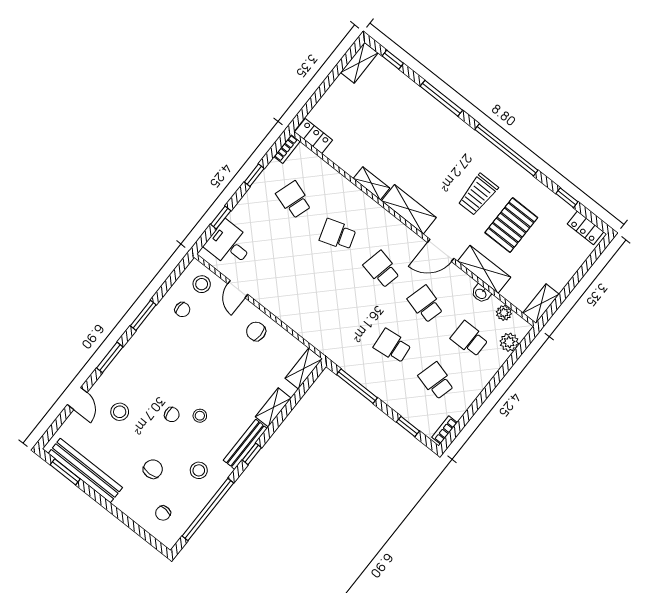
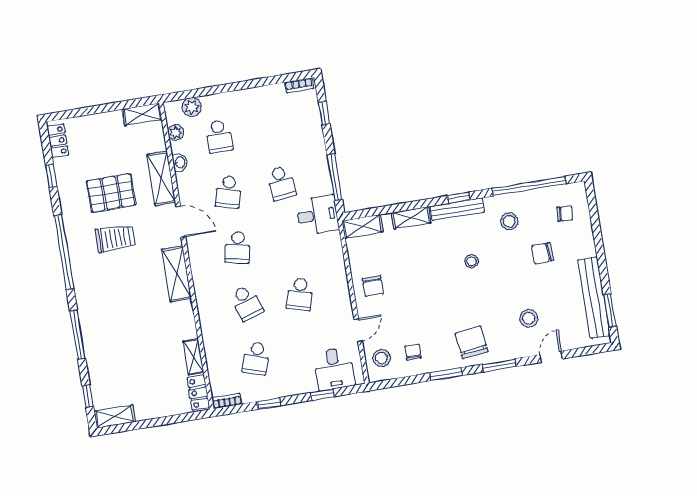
shelving: (371, 183) -> (193, 357), moved
desk: (344, 346) -> (317, 215), added
school desk: (436, 381) -> (300, 294), moved
chair: (172, 415) -> (472, 343), moved, width x1.87, depth x1.87

